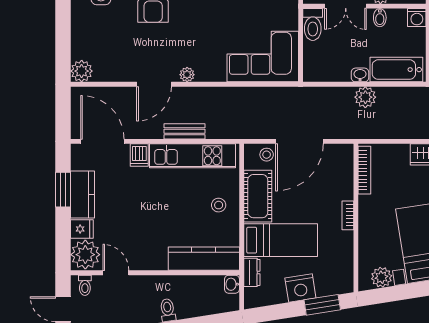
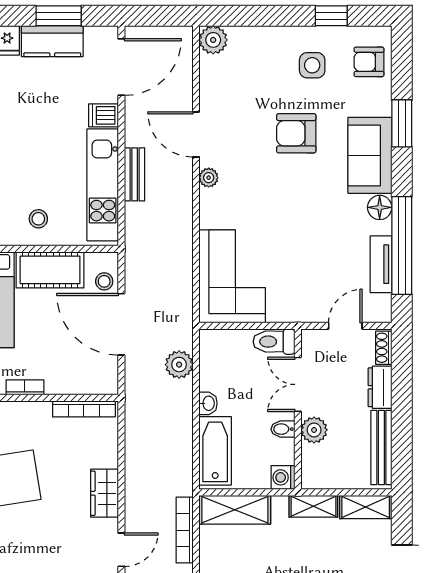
plant: (365, 97) -> (179, 365), moved

